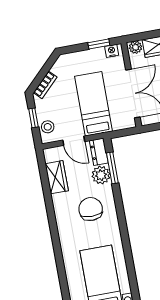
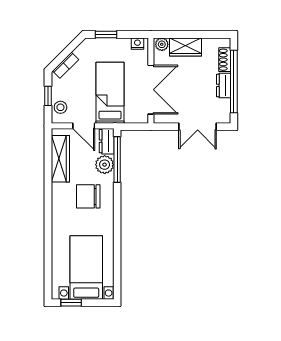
window: (99, 44) -> (106, 35), moved
window: (112, 168) -> (117, 160), width x1.44
wardrobe: (57, 177) -> (60, 159), width x1.50
chair: (91, 209) -> (88, 196), turned -90

